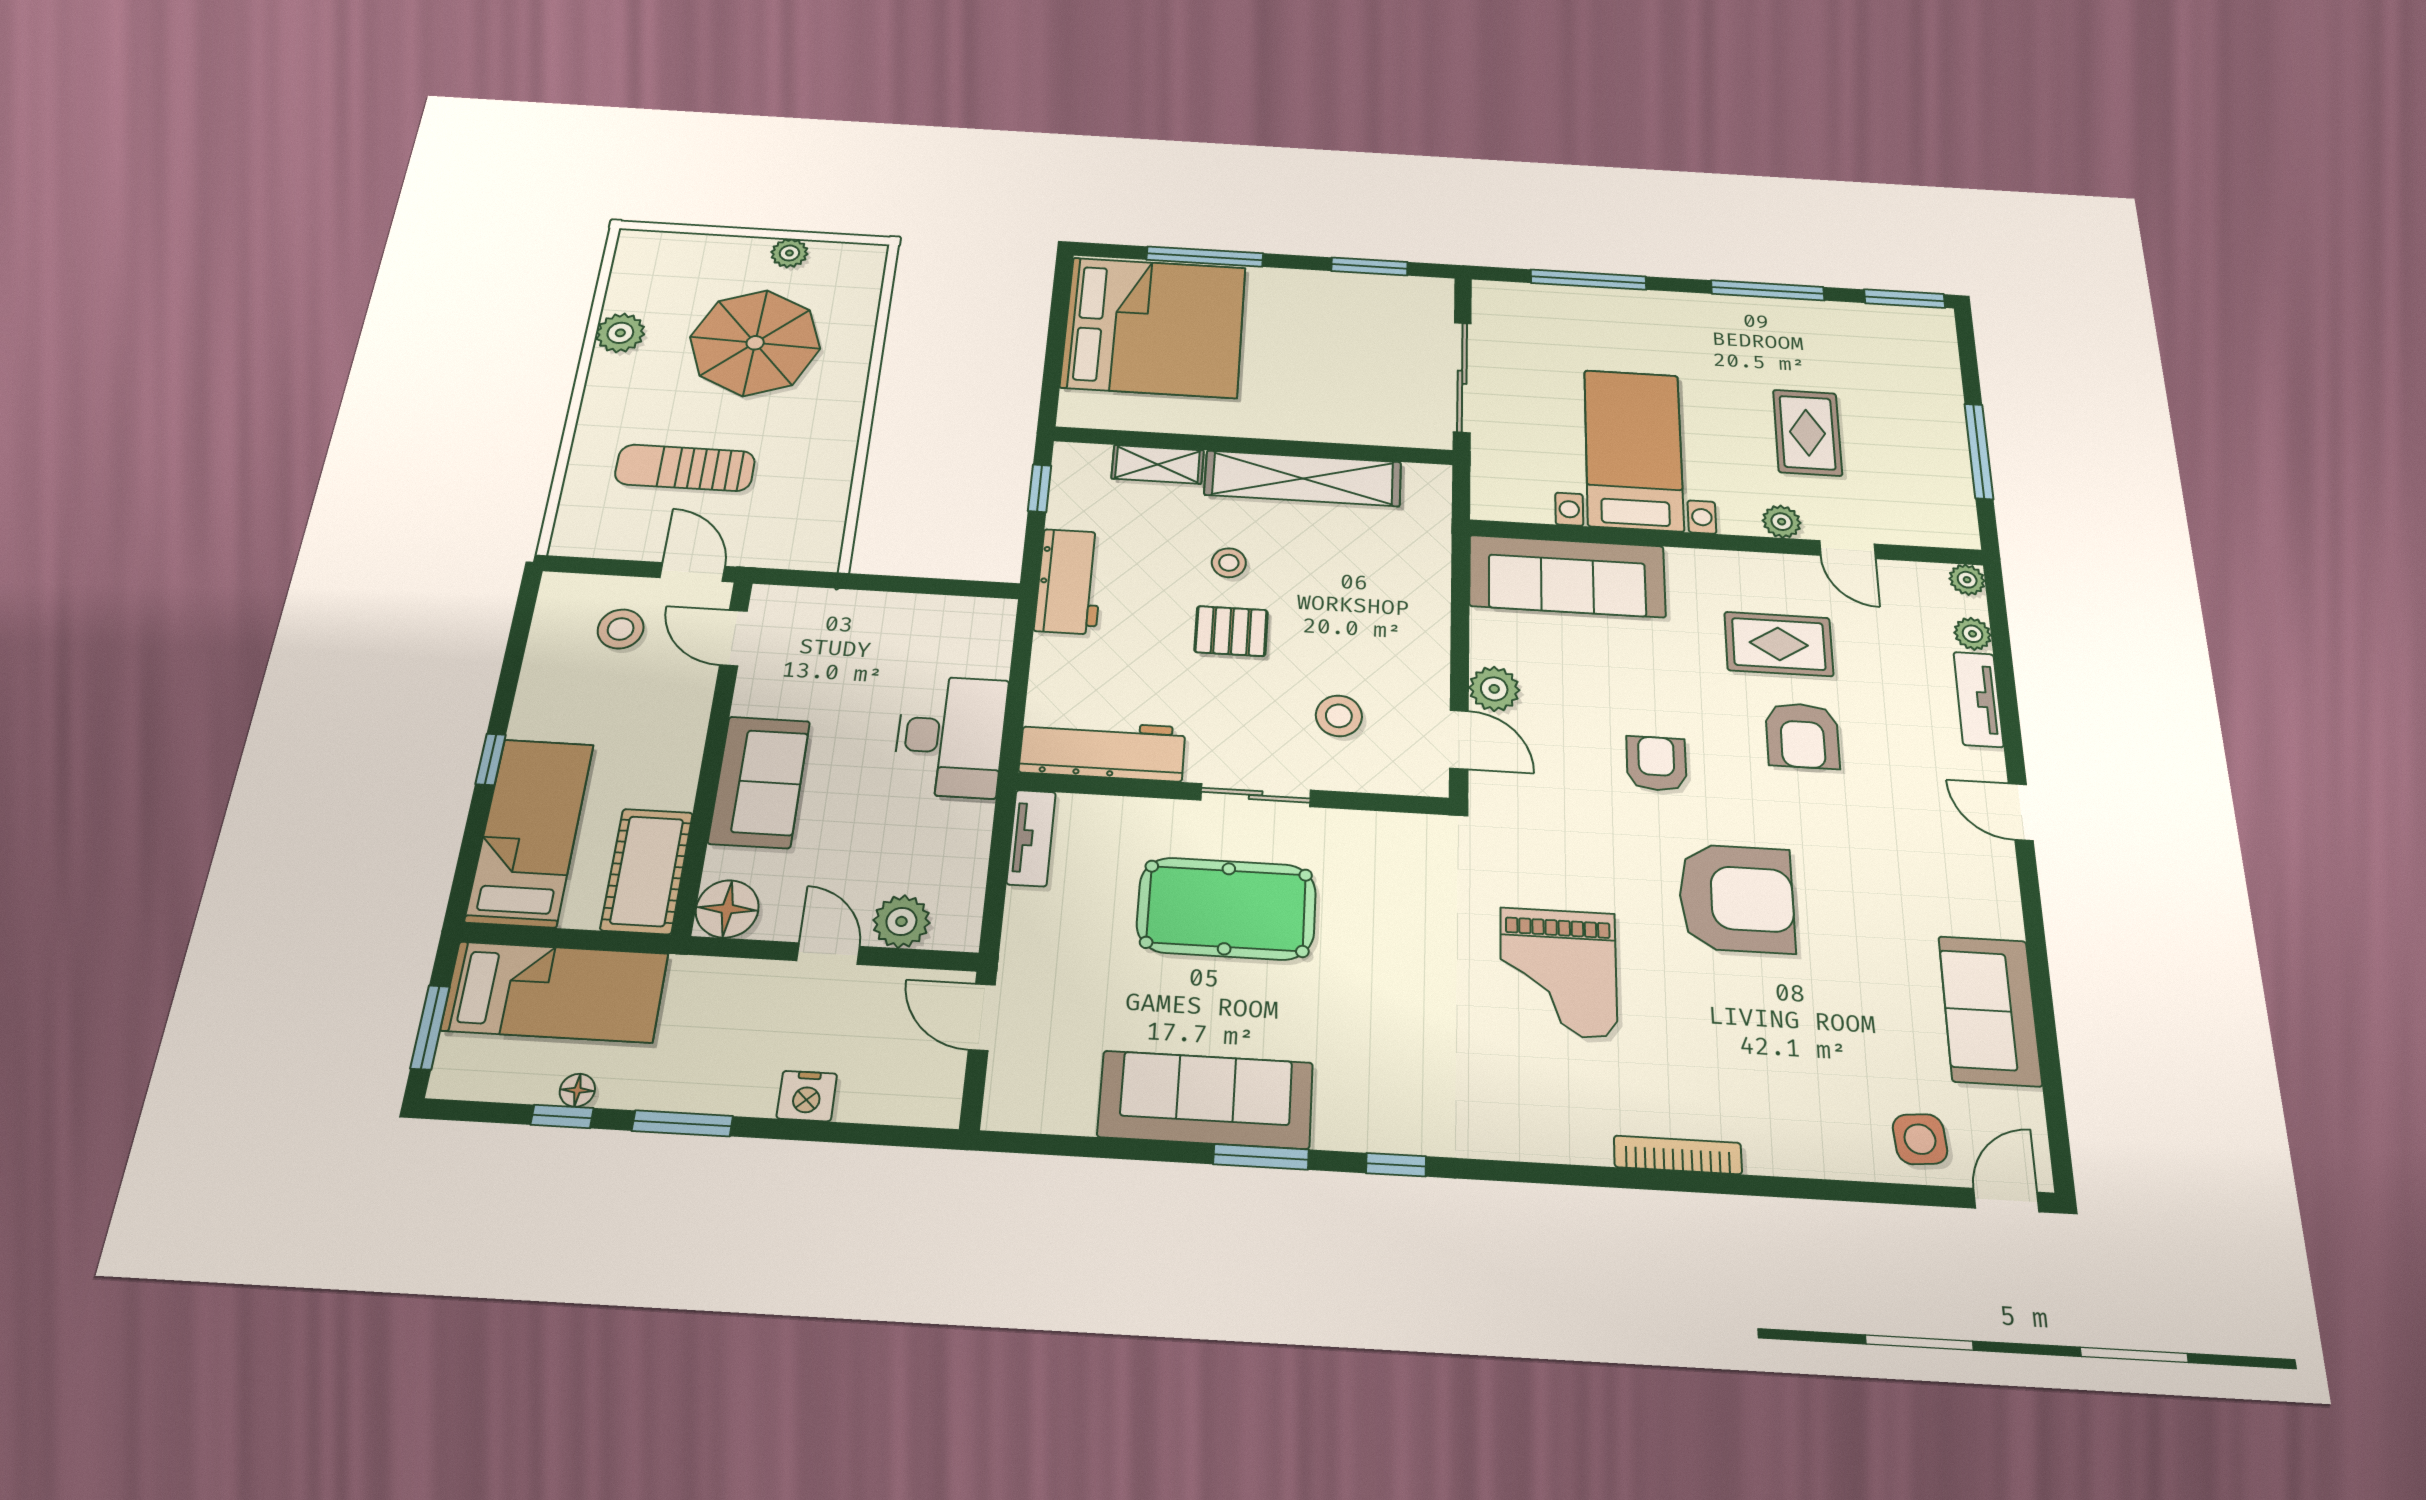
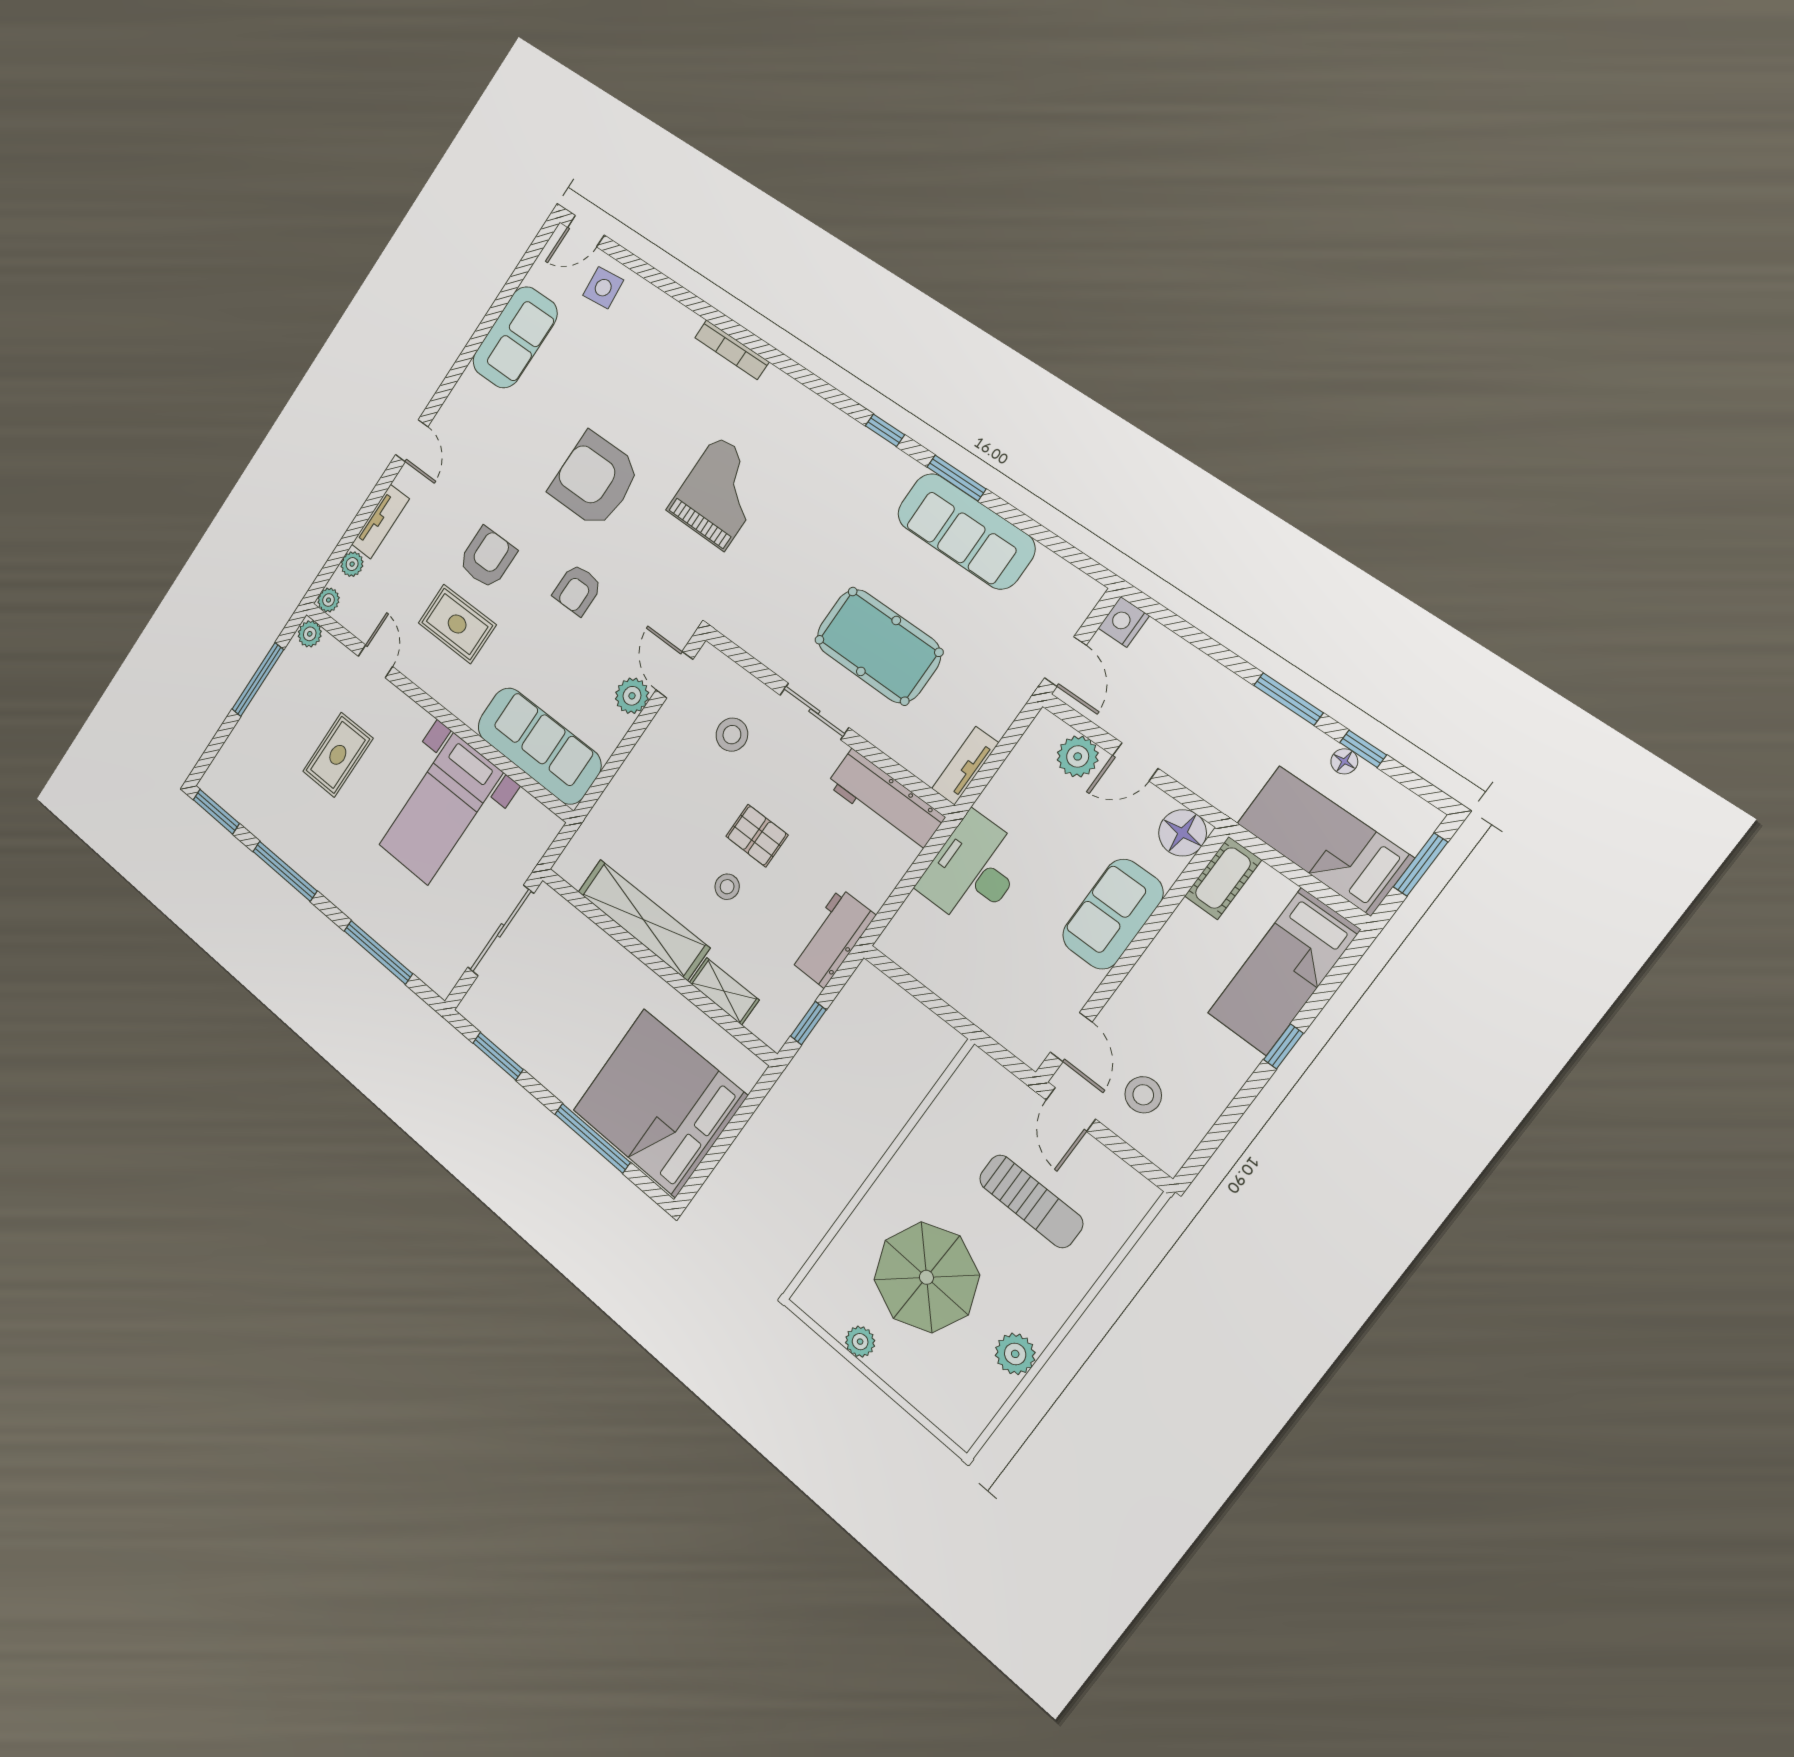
plant: (1782, 522) -> (310, 634), moved
cot: (647, 871) -> (1223, 878), width x0.73, depth x0.75
door: (828, 953) -> (1135, 762), hinge flipped
nightstand: (807, 1096) -> (1124, 622), moved, turned -90

